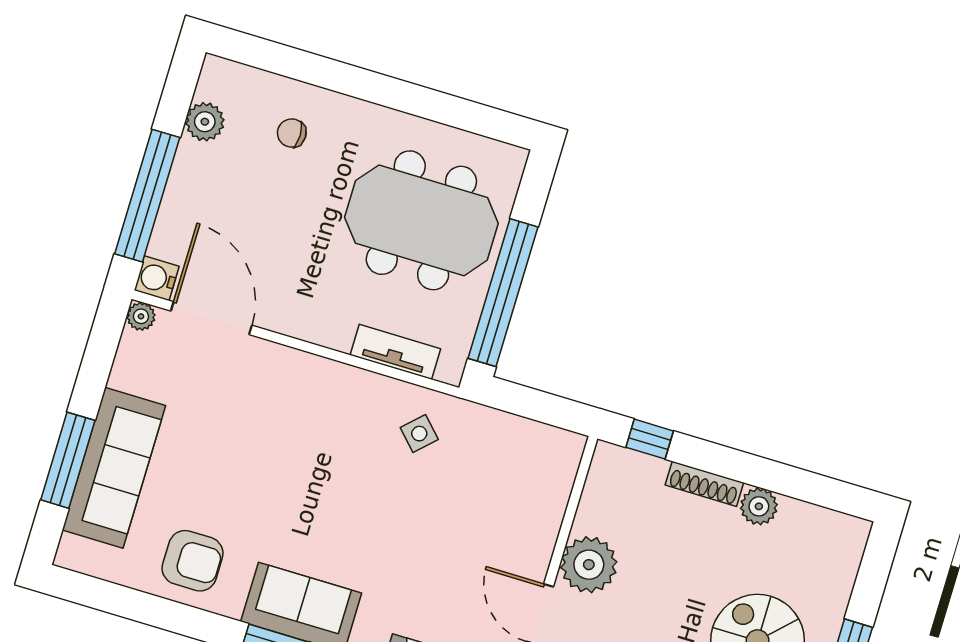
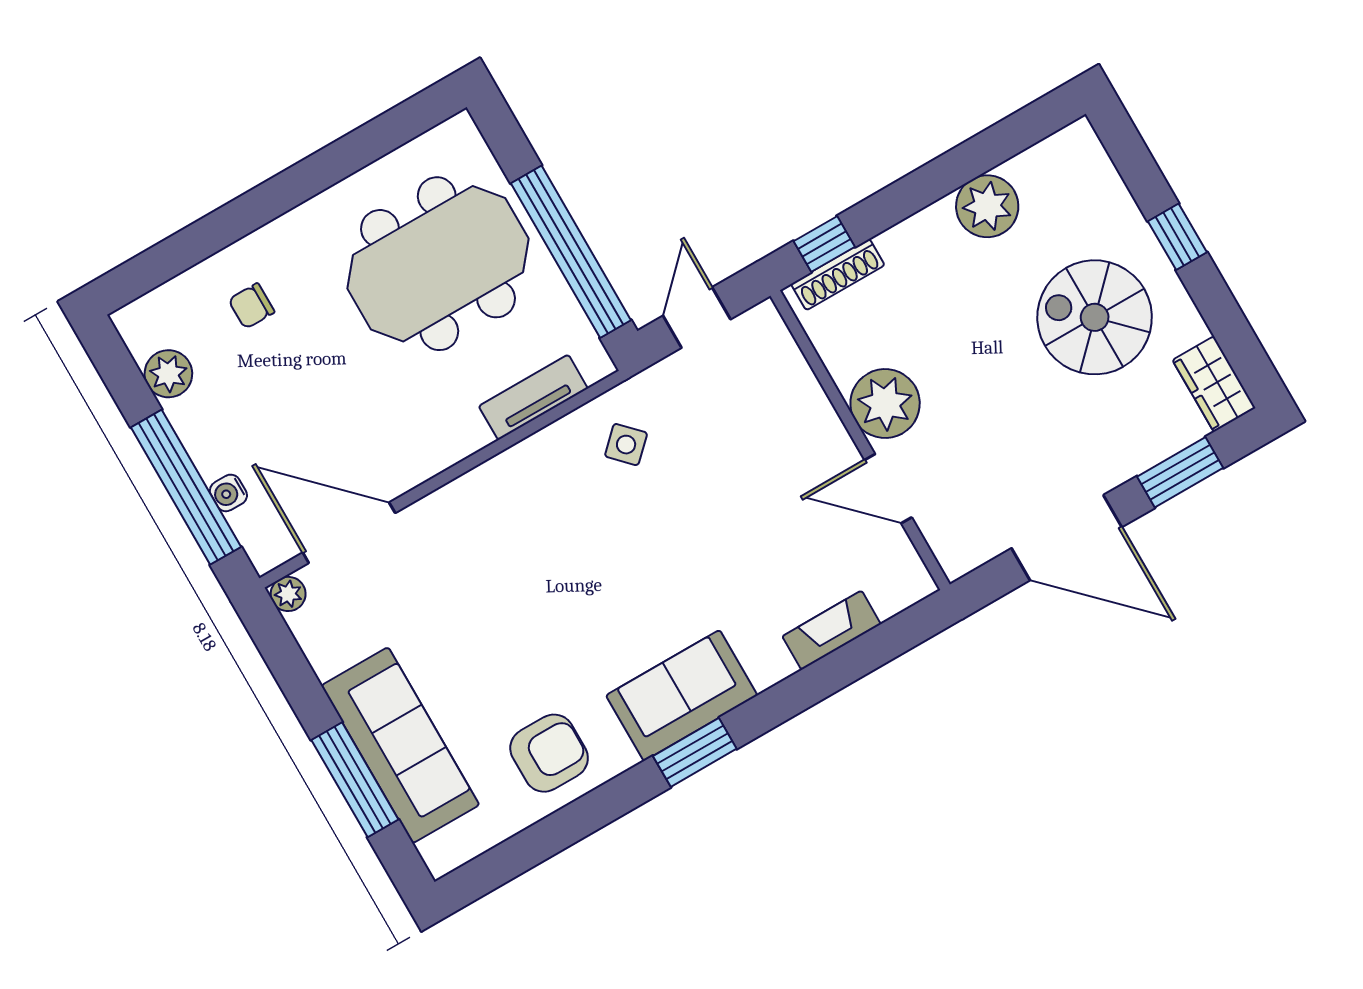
water cooler: (157, 278) -> (228, 493), moved, width x0.72, depth x0.72
door: (534, 404) -> (697, 318), added
shoe rack: (704, 484) -> (838, 274), moved
plant: (759, 506) -> (987, 206), width x1.36, depth x1.36

